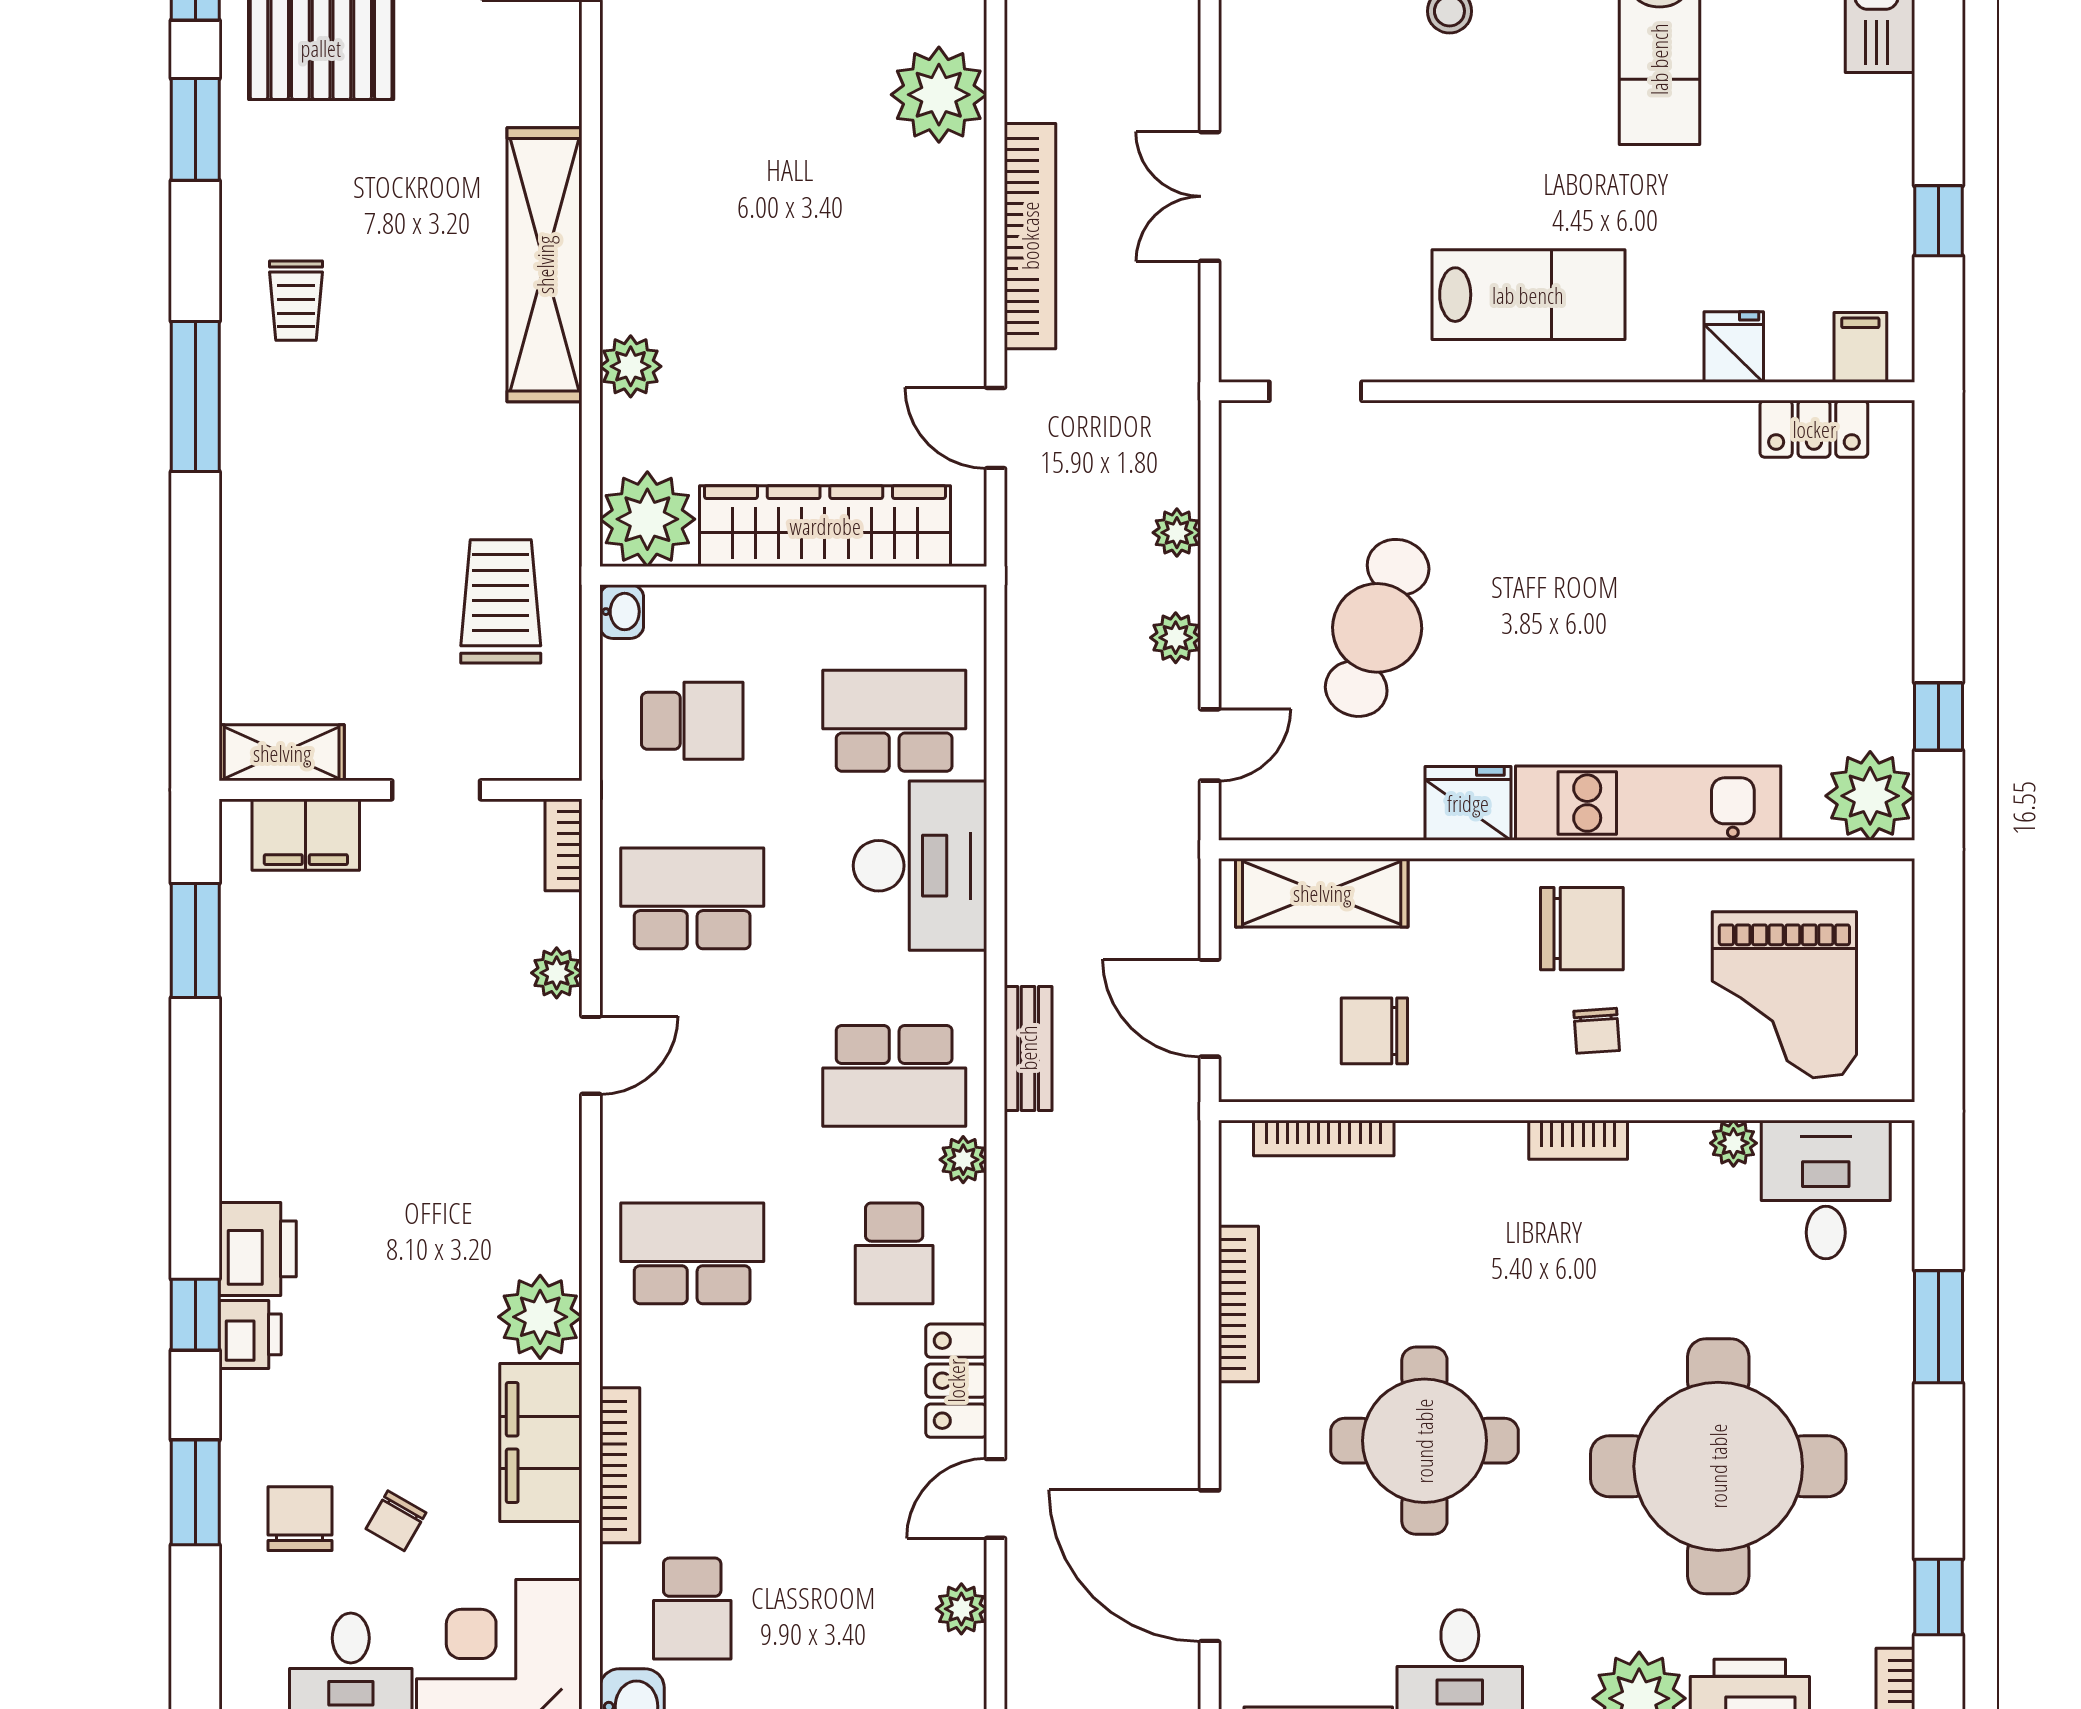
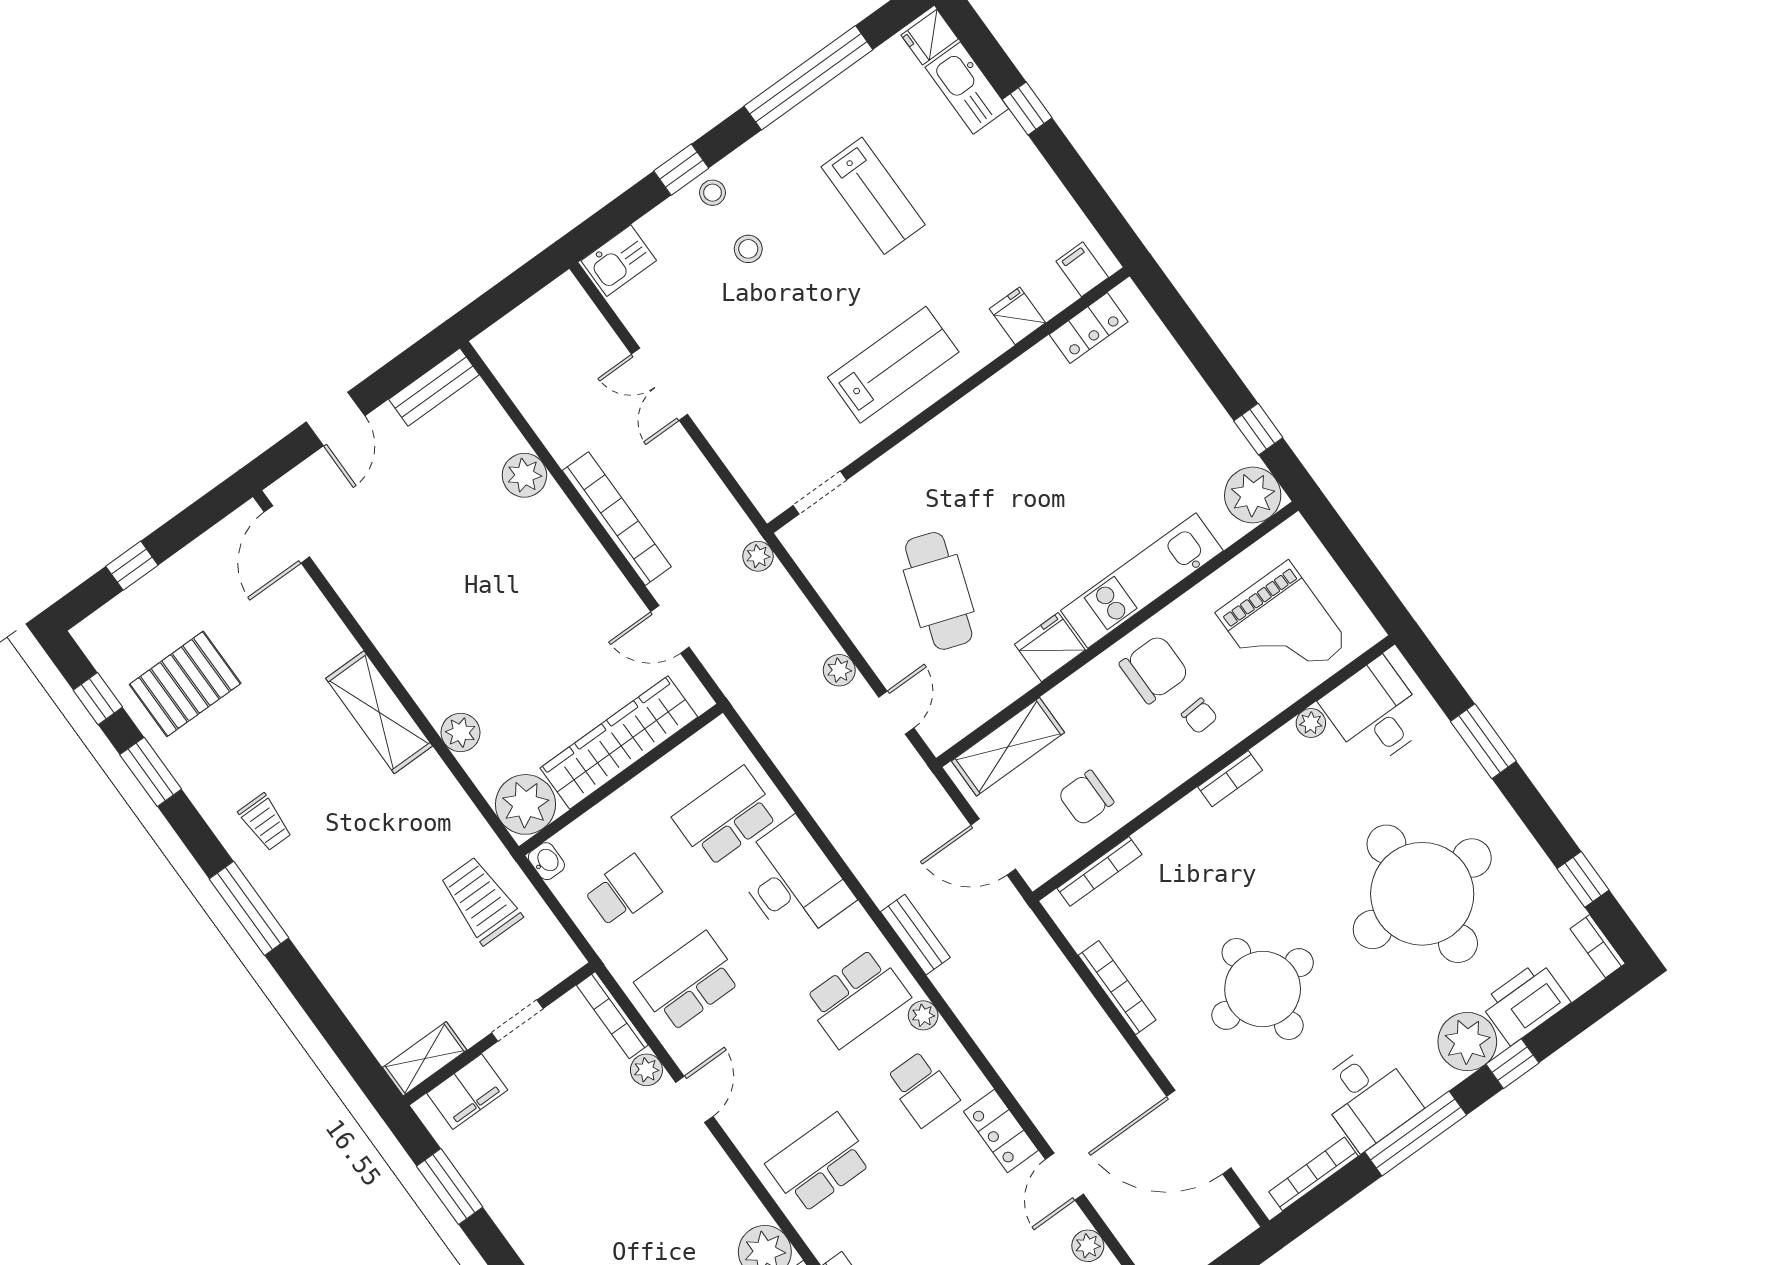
plant: (939, 95) -> (524, 475), width x0.73, depth x0.73
double door: (1210, 196) -> (659, 384), moved
window: (1938, 221) -> (1027, 109), moved
shelving: (545, 265) -> (379, 712), width x0.68
plant: (1177, 533) -> (758, 556), moved
bookcase: (564, 845) -> (612, 1015), width x1.56

